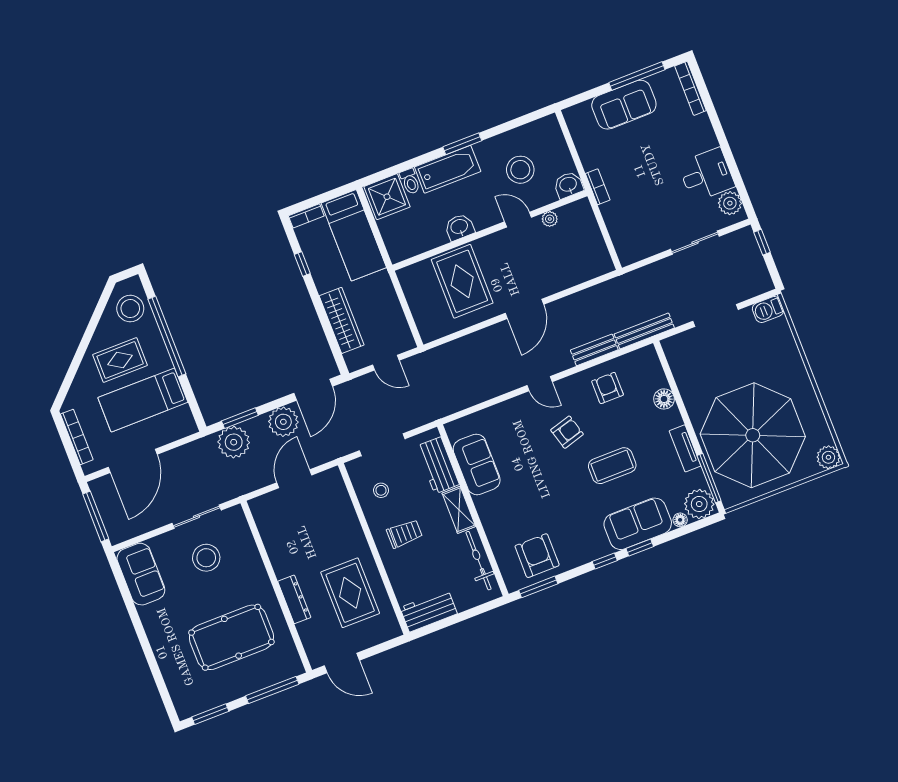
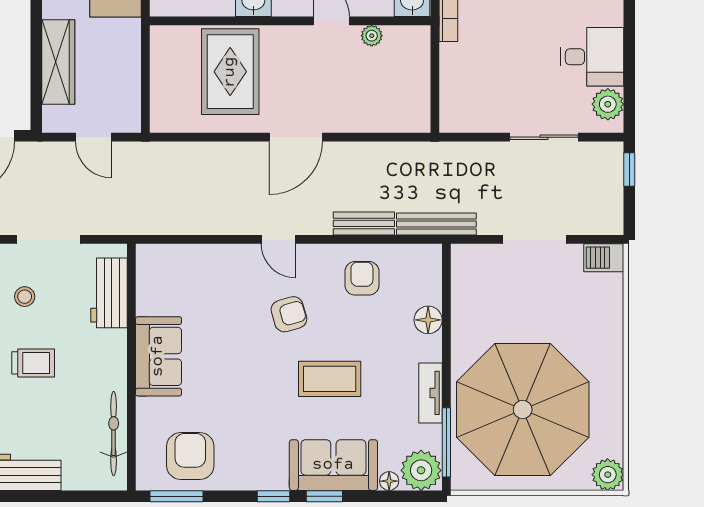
sofa: (477, 464) -> (158, 356), moved
shelving: (459, 510) -> (114, 360), removed

